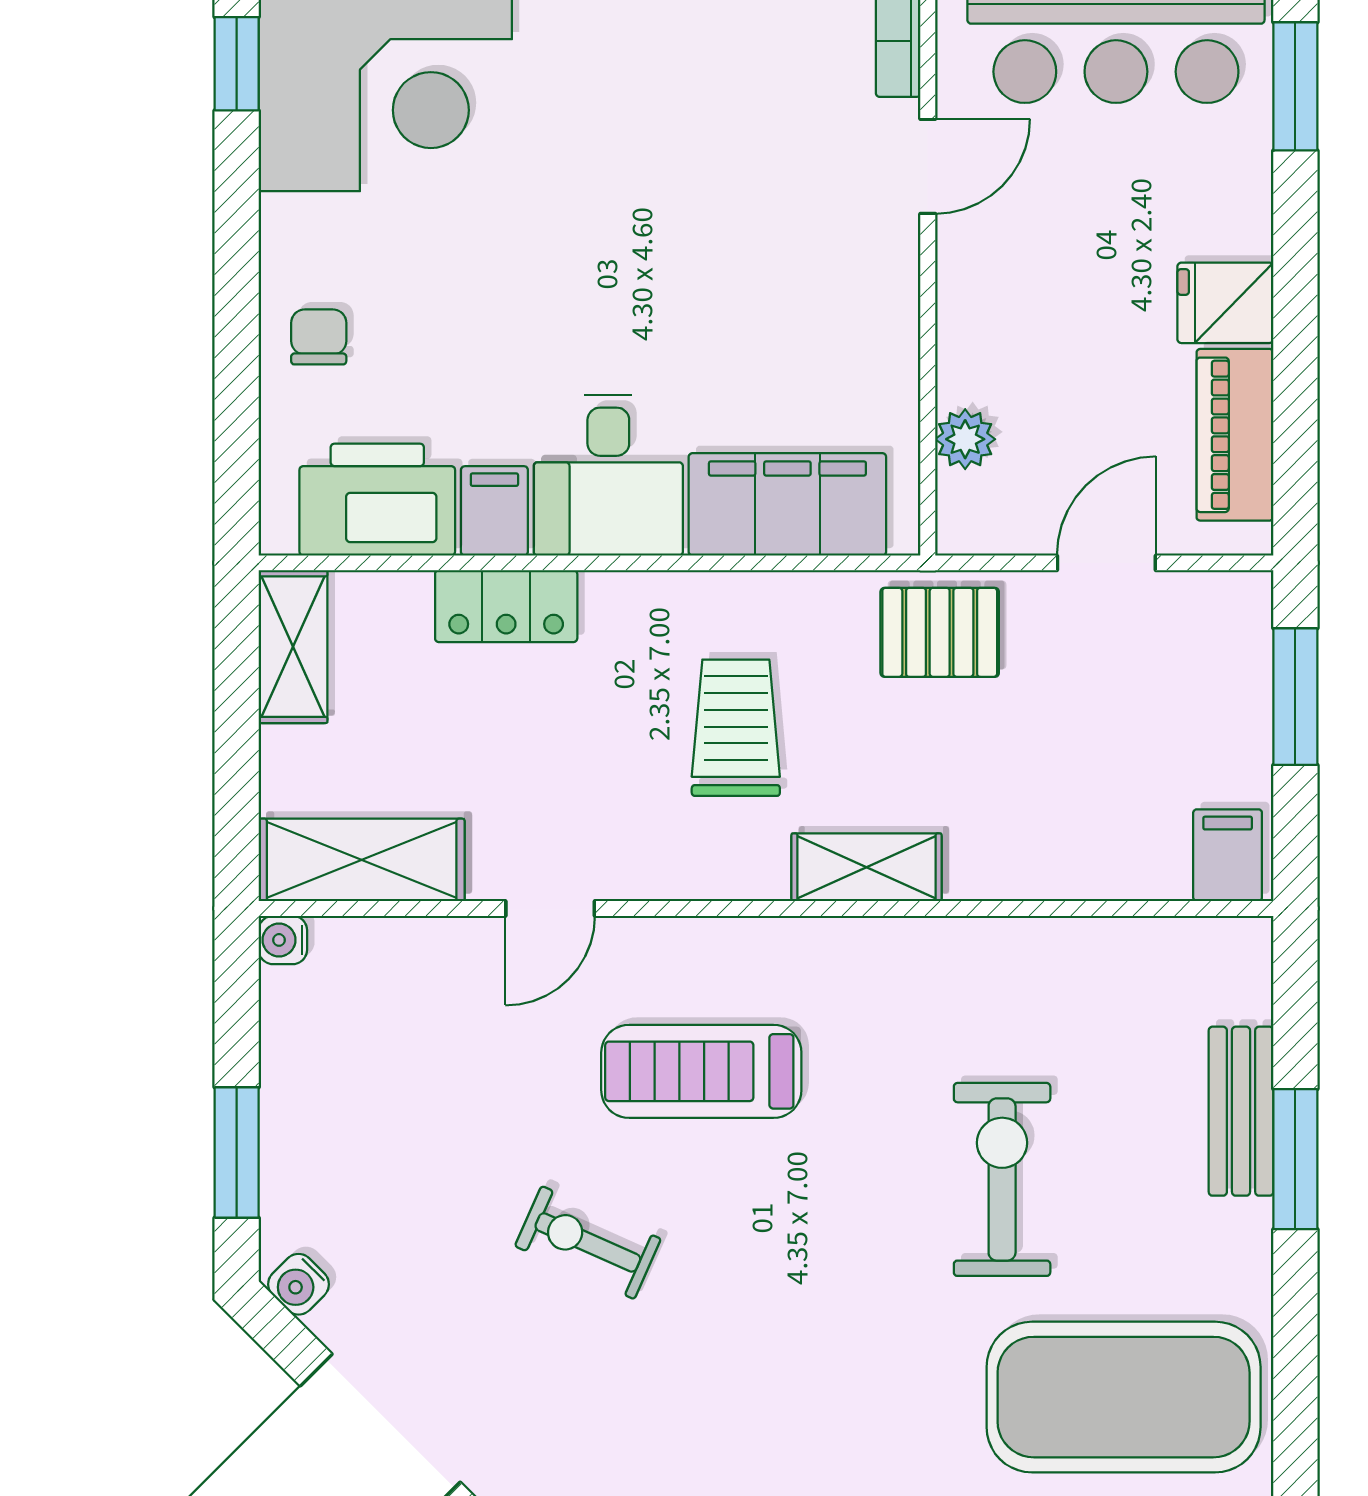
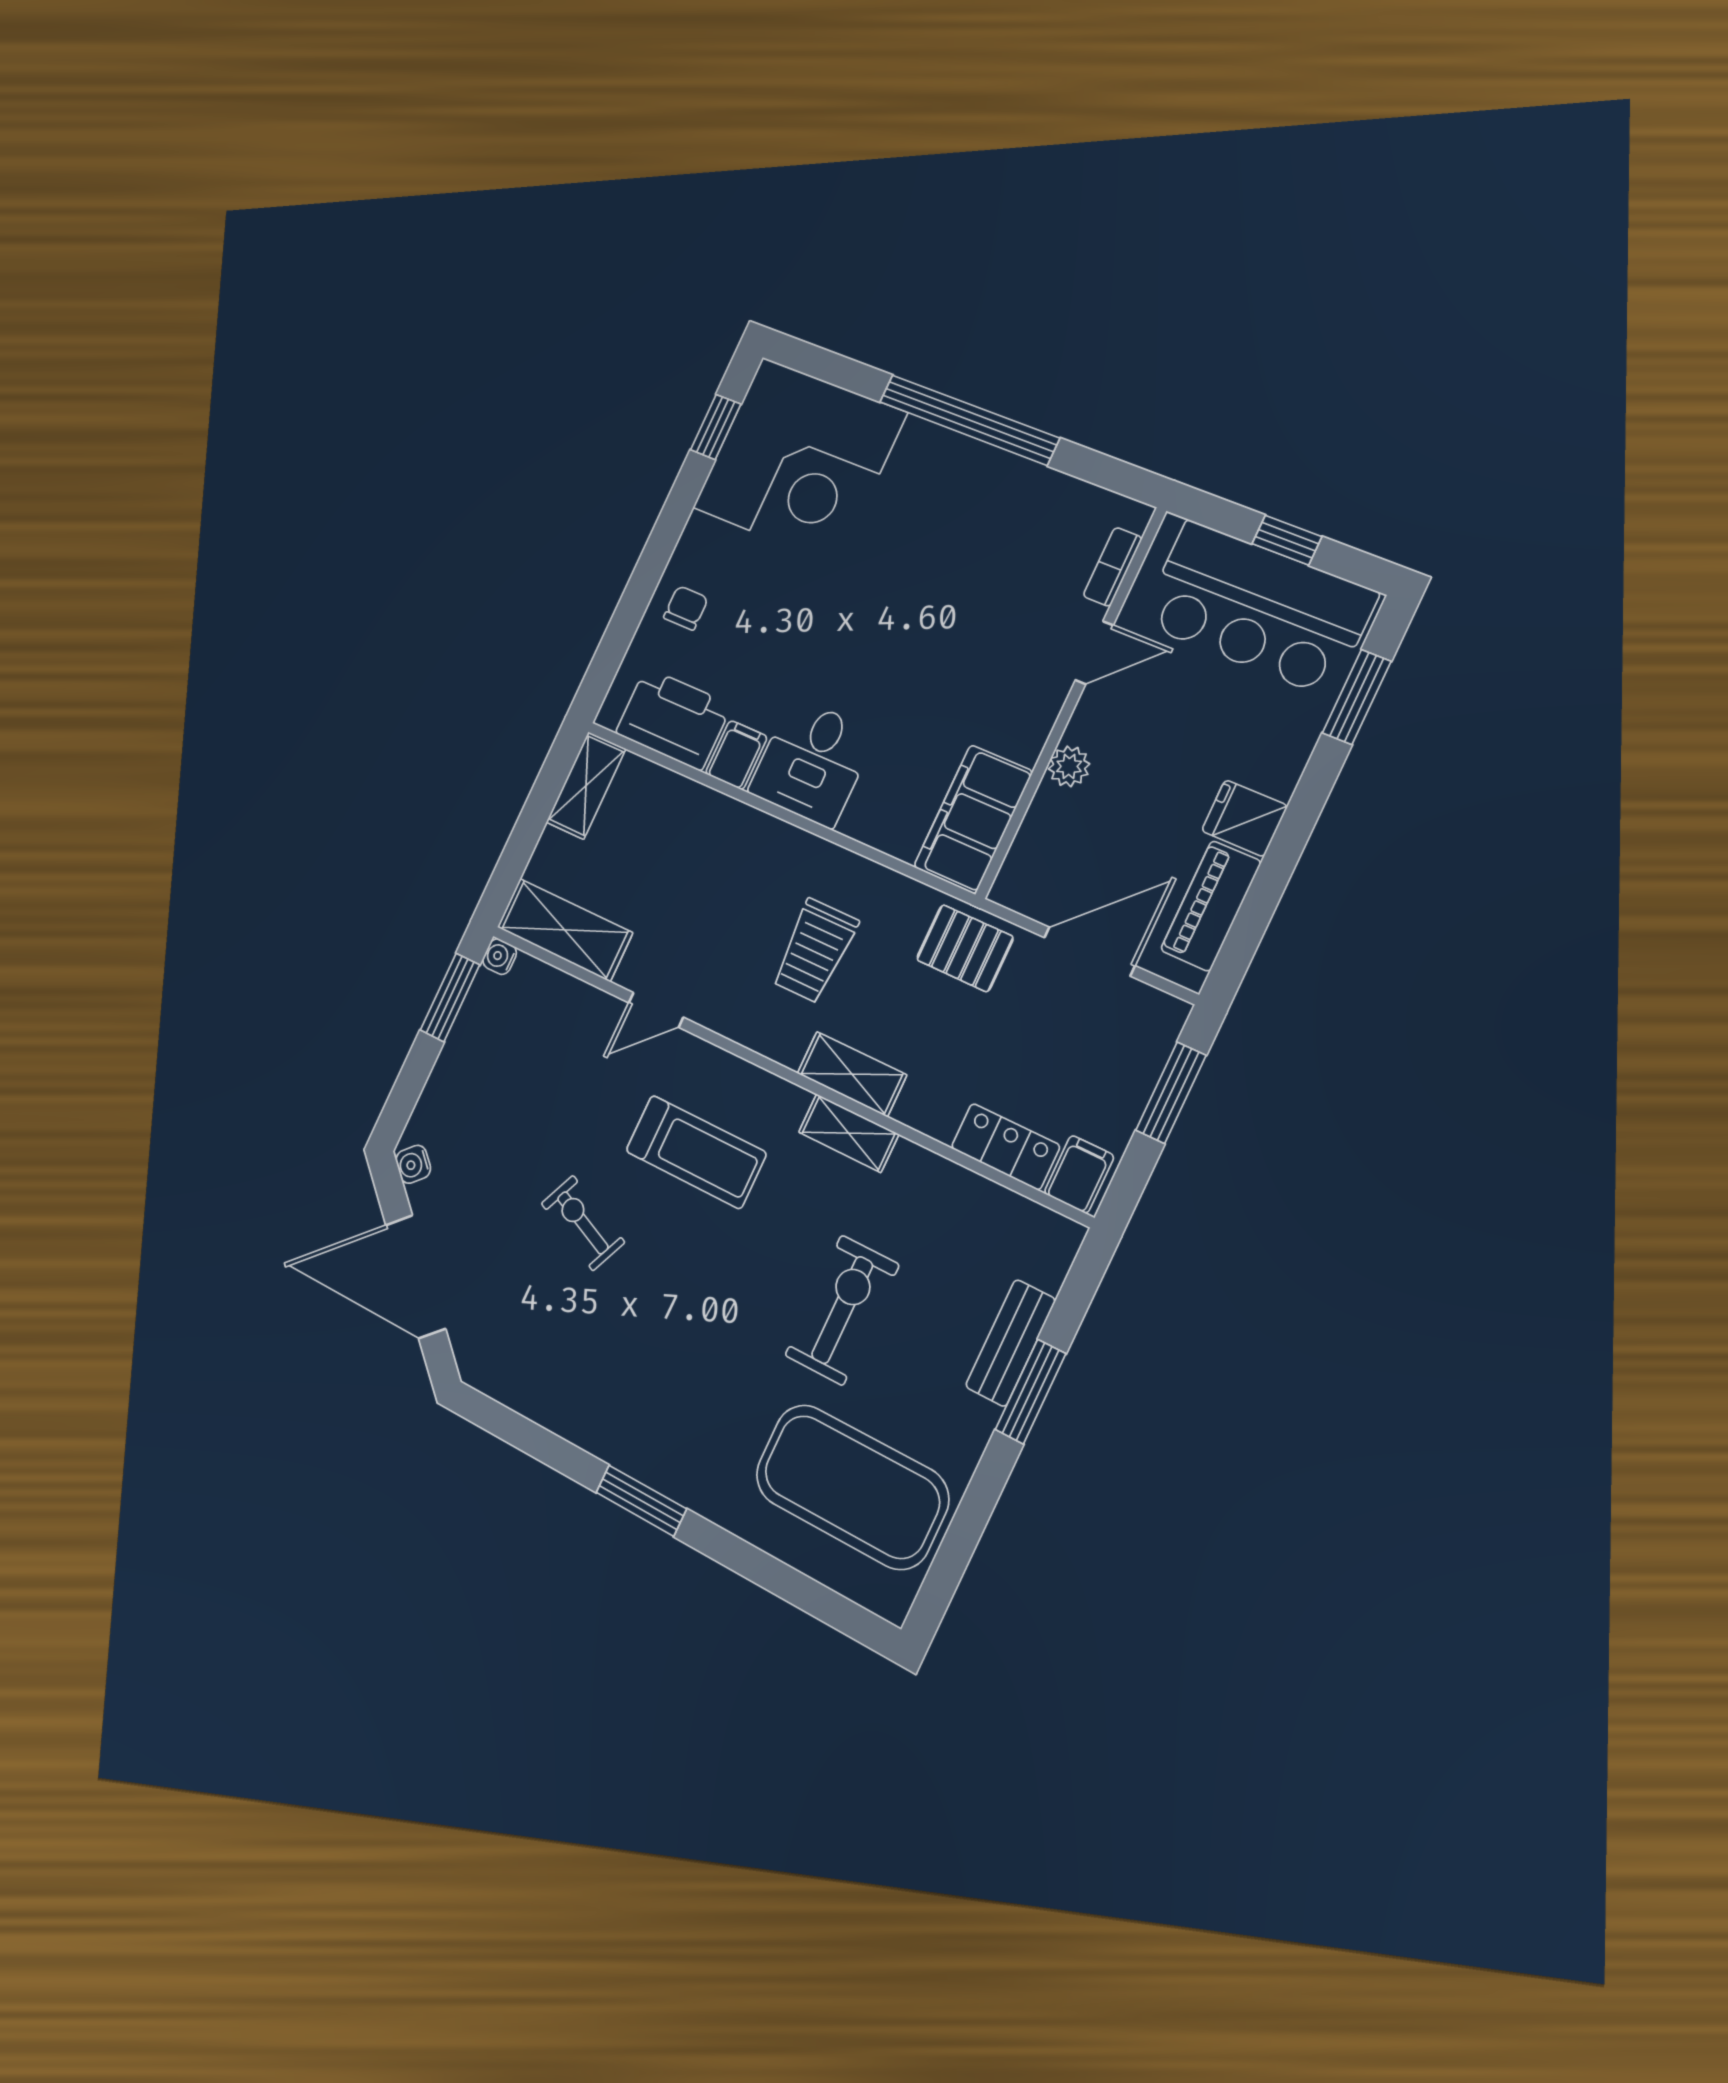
plant: (965, 439) -> (1069, 766), moved
filing cabinet: (787, 504) -> (973, 819), moved, turned -90
door: (1106, 563) -> (1089, 951), width x1.38
locker: (506, 606) -> (1005, 1147), moved, turned 180
trolley: (736, 728) -> (815, 951), turned 180
shelving: (900, 947) -> (849, 1133), added
treadmill: (701, 1071) -> (696, 1152), turned 180
window: (237, 1152) -> (450, 998), moved

